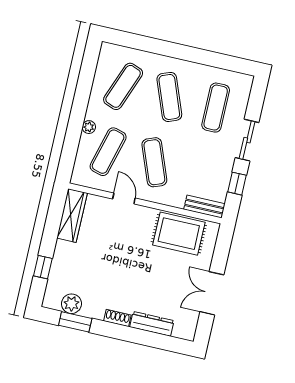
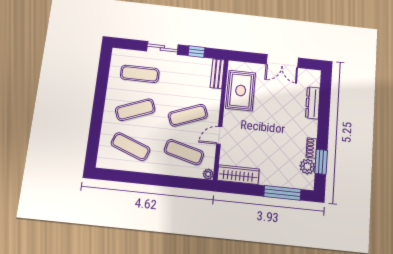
plant: (89, 127) -> (208, 174), moved
window: (43, 267) -> (282, 193), width x2.17
shoe rack: (117, 318) -> (311, 148), moved

